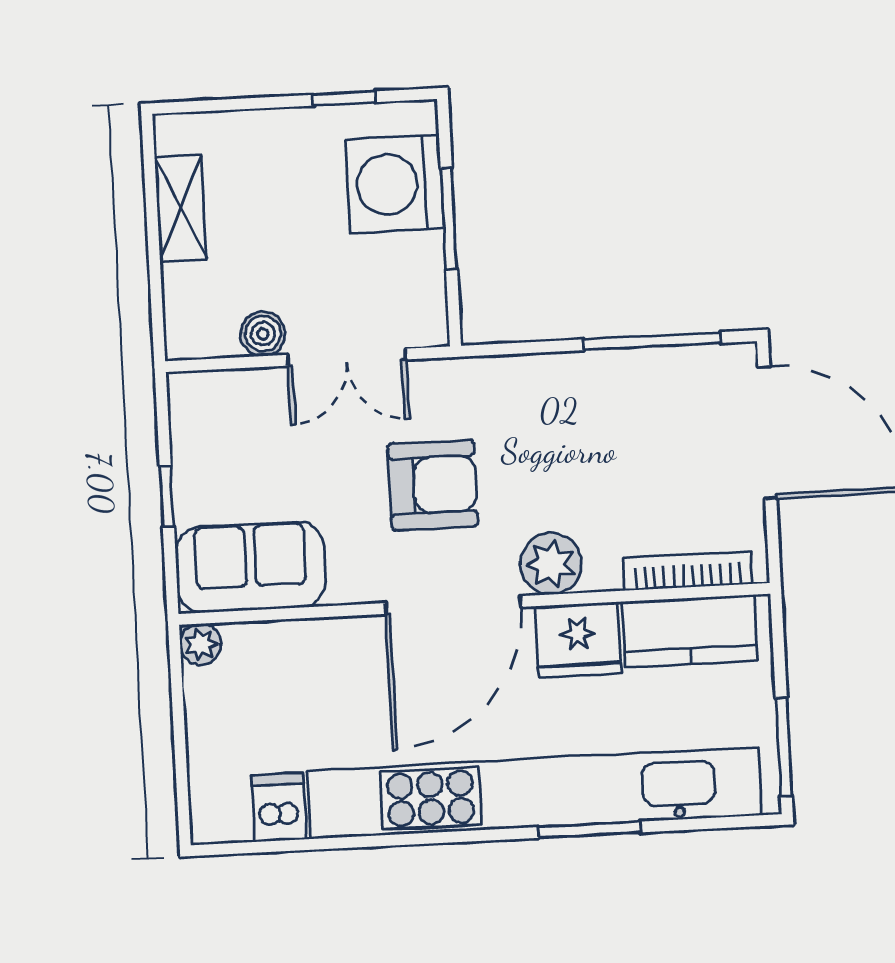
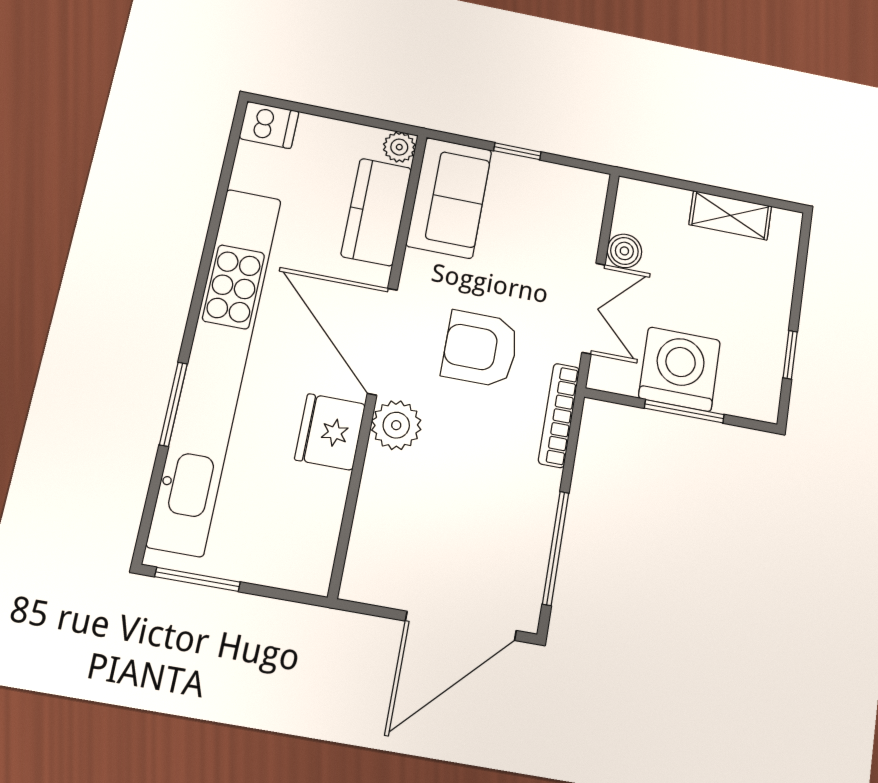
washing machine: (395, 184) -> (680, 369), moved
double door: (347, 357) -> (594, 308), swing flipped
armchair: (433, 485) -> (480, 349), turned 90
bookcase: (687, 571) -> (559, 415), moved, turned 180
kitchen counter: (690, 631) -> (376, 212), moved
dishwasher: (279, 807) -> (269, 125), moved

